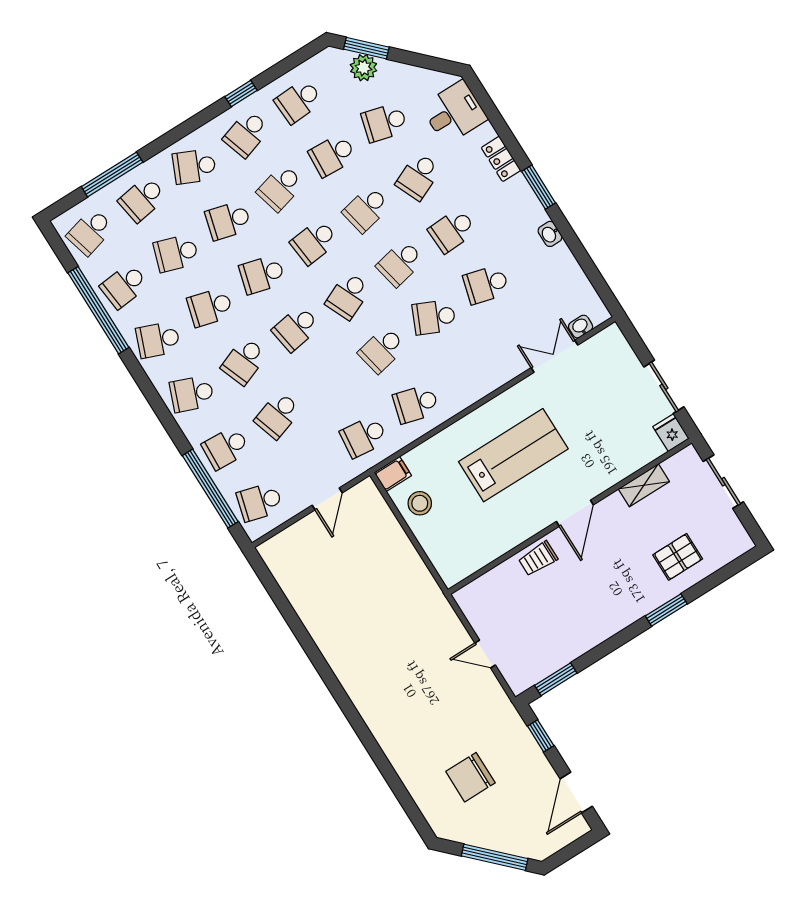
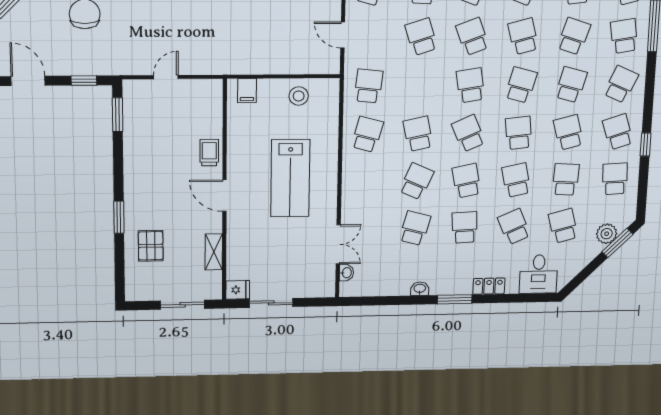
school desk: (384, 122) -> (563, 226), turned -30
school desk: (210, 307) -> (523, 36), turned -30
filing cabinet: (393, 474) -> (247, 91), moved

